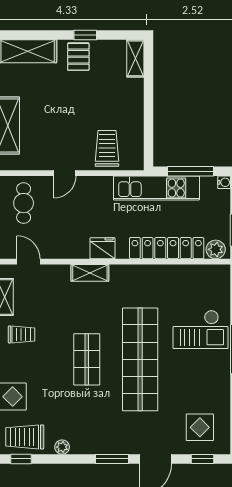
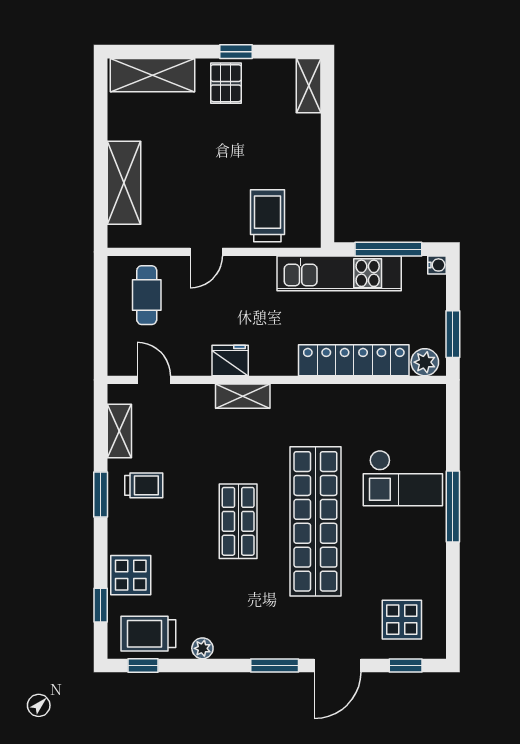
fridge: (103, 248) -> (230, 360), moved

